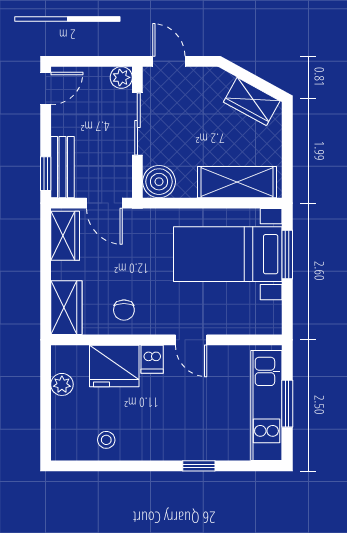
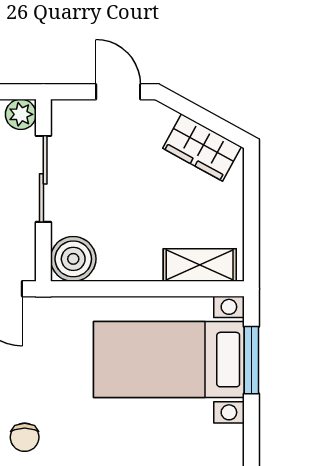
door: (169, 61) -> (118, 92), moved
shelving: (237, 182) -> (200, 265), width x0.67, depth x0.75

